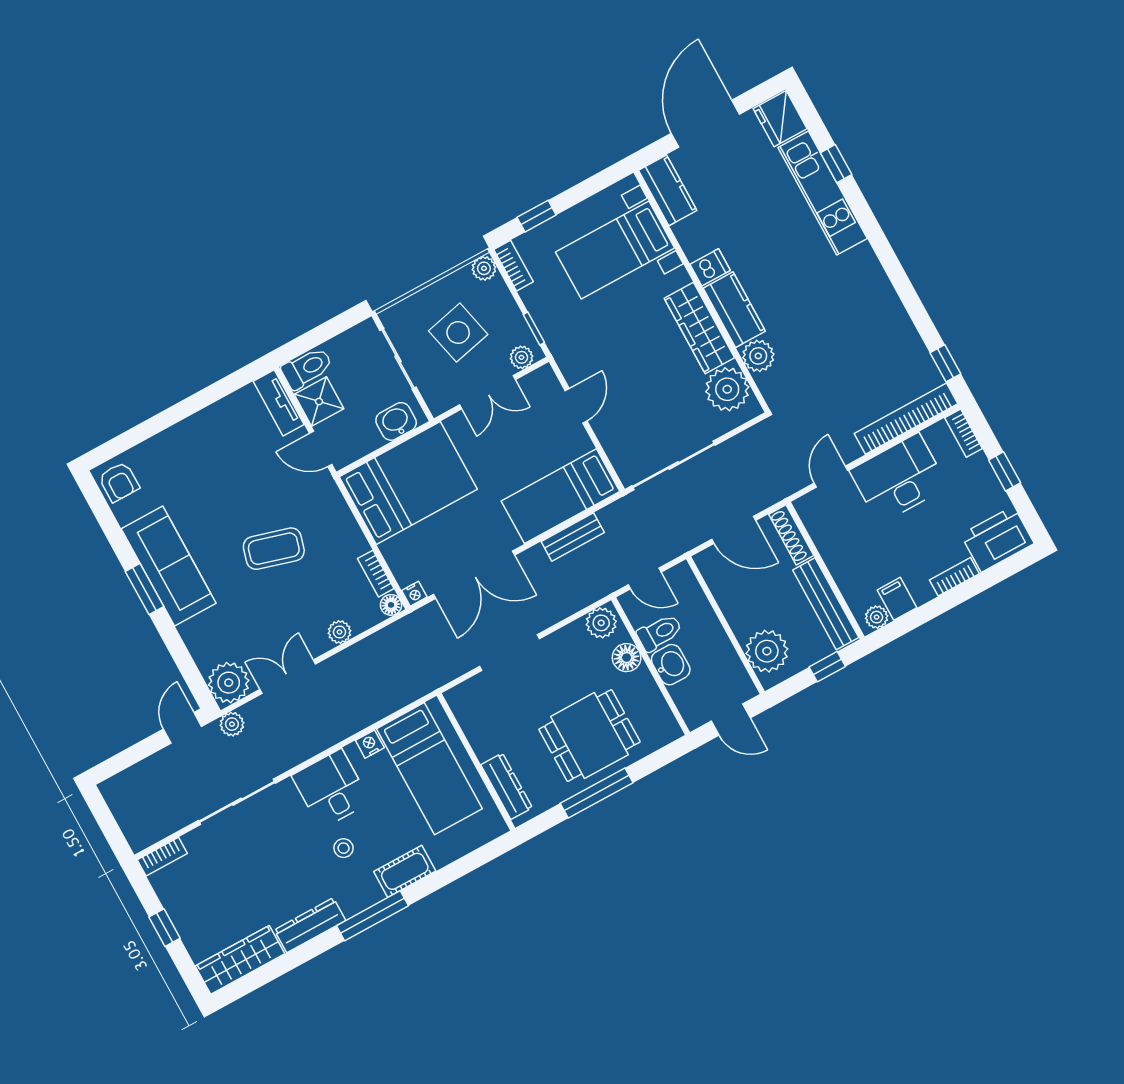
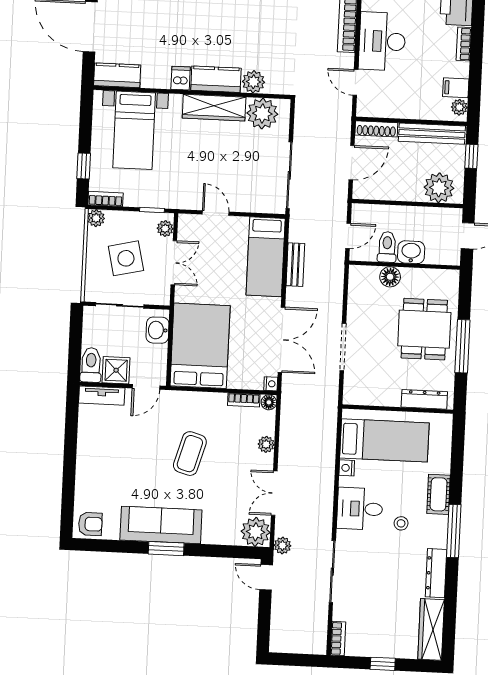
plant: (601, 623) -> (359, 279), removed

